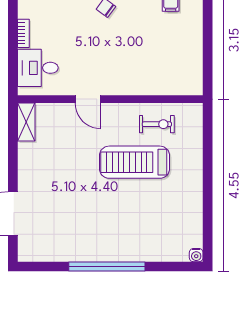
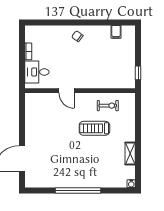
window: (208, 69) -> (138, 73), added
shelving: (26, 122) -> (130, 154), moved
treadmill: (134, 162) -> (94, 128), width x0.73, depth x0.73

